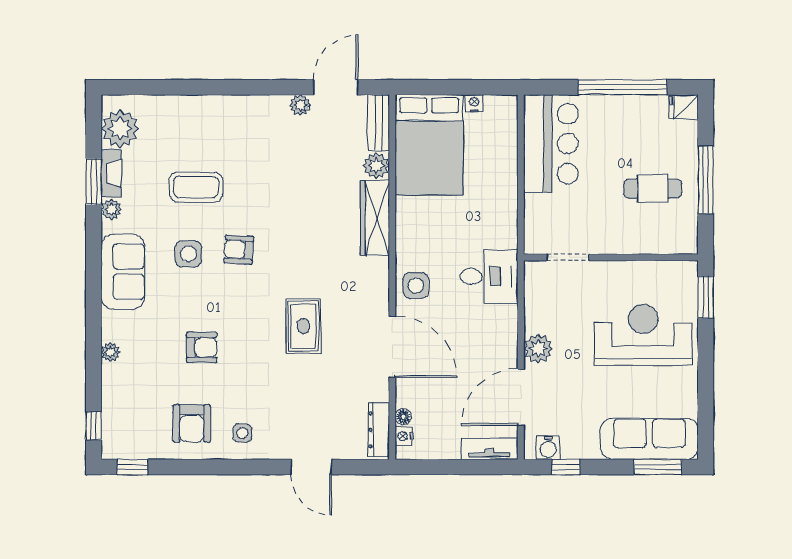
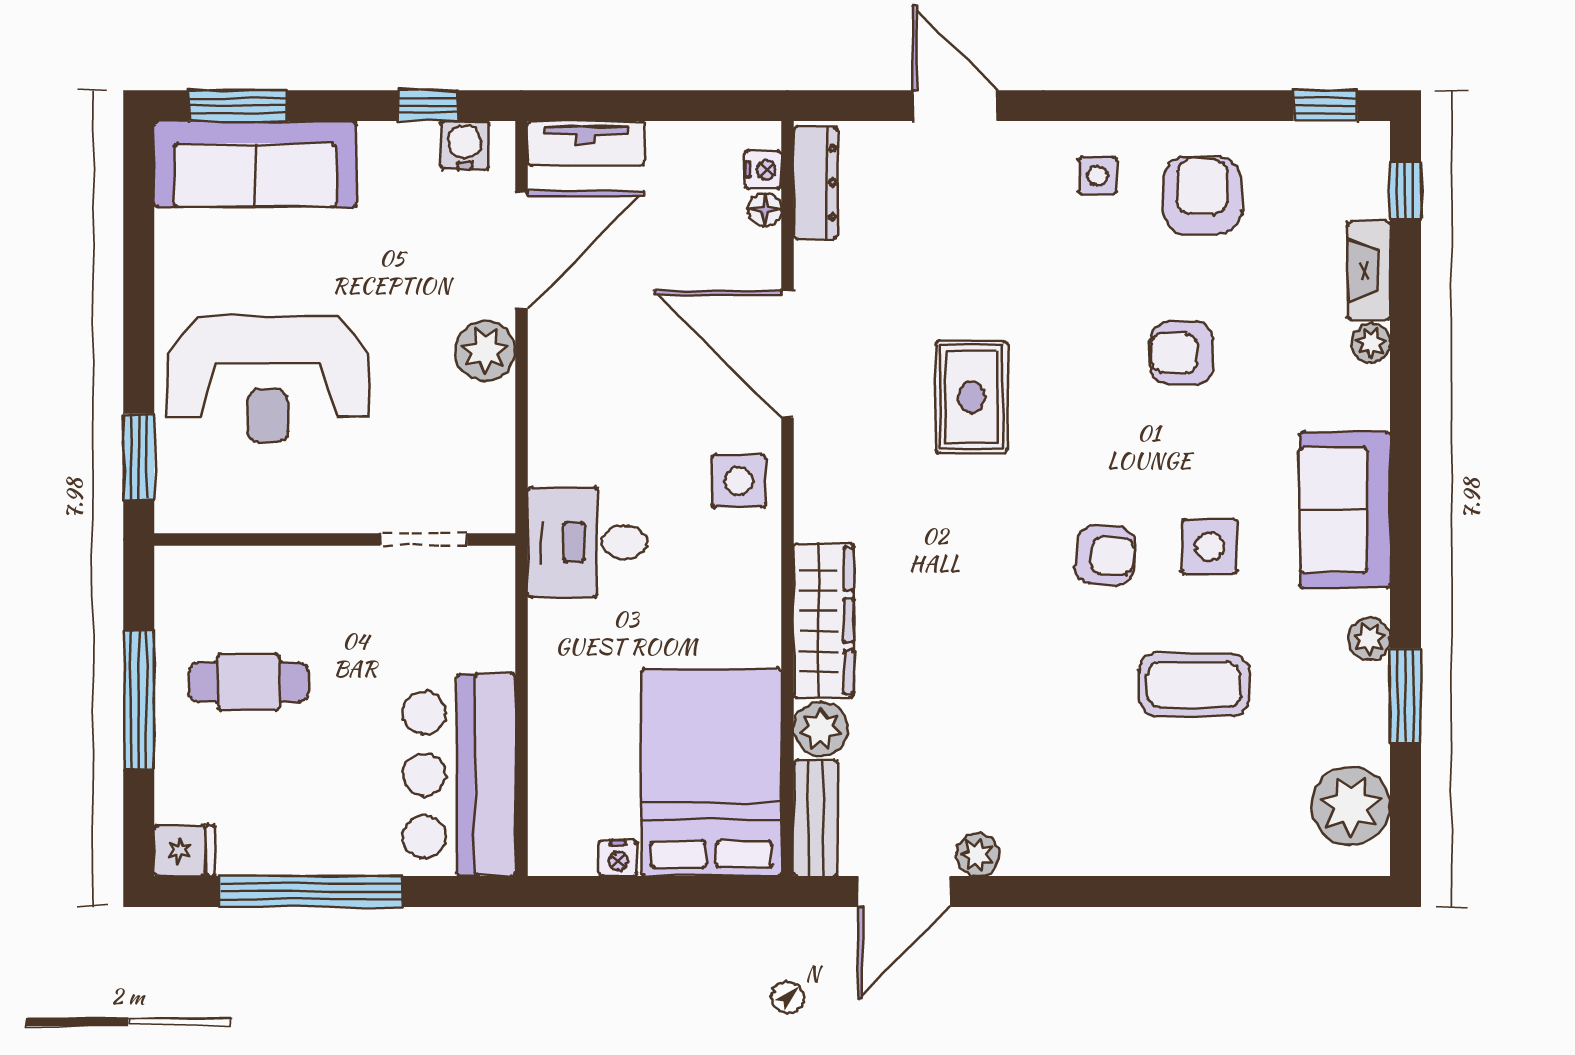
fireplace: (111, 173) -> (1369, 270), moved
desk: (489, 276) -> (587, 542), moved

